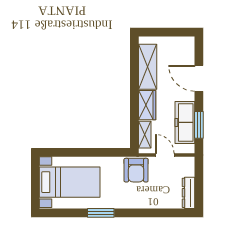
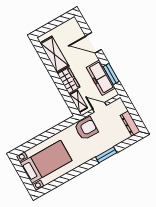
armchair: (136, 170) -> (86, 128), turned -89
window: (101, 213) -> (106, 155), moved

